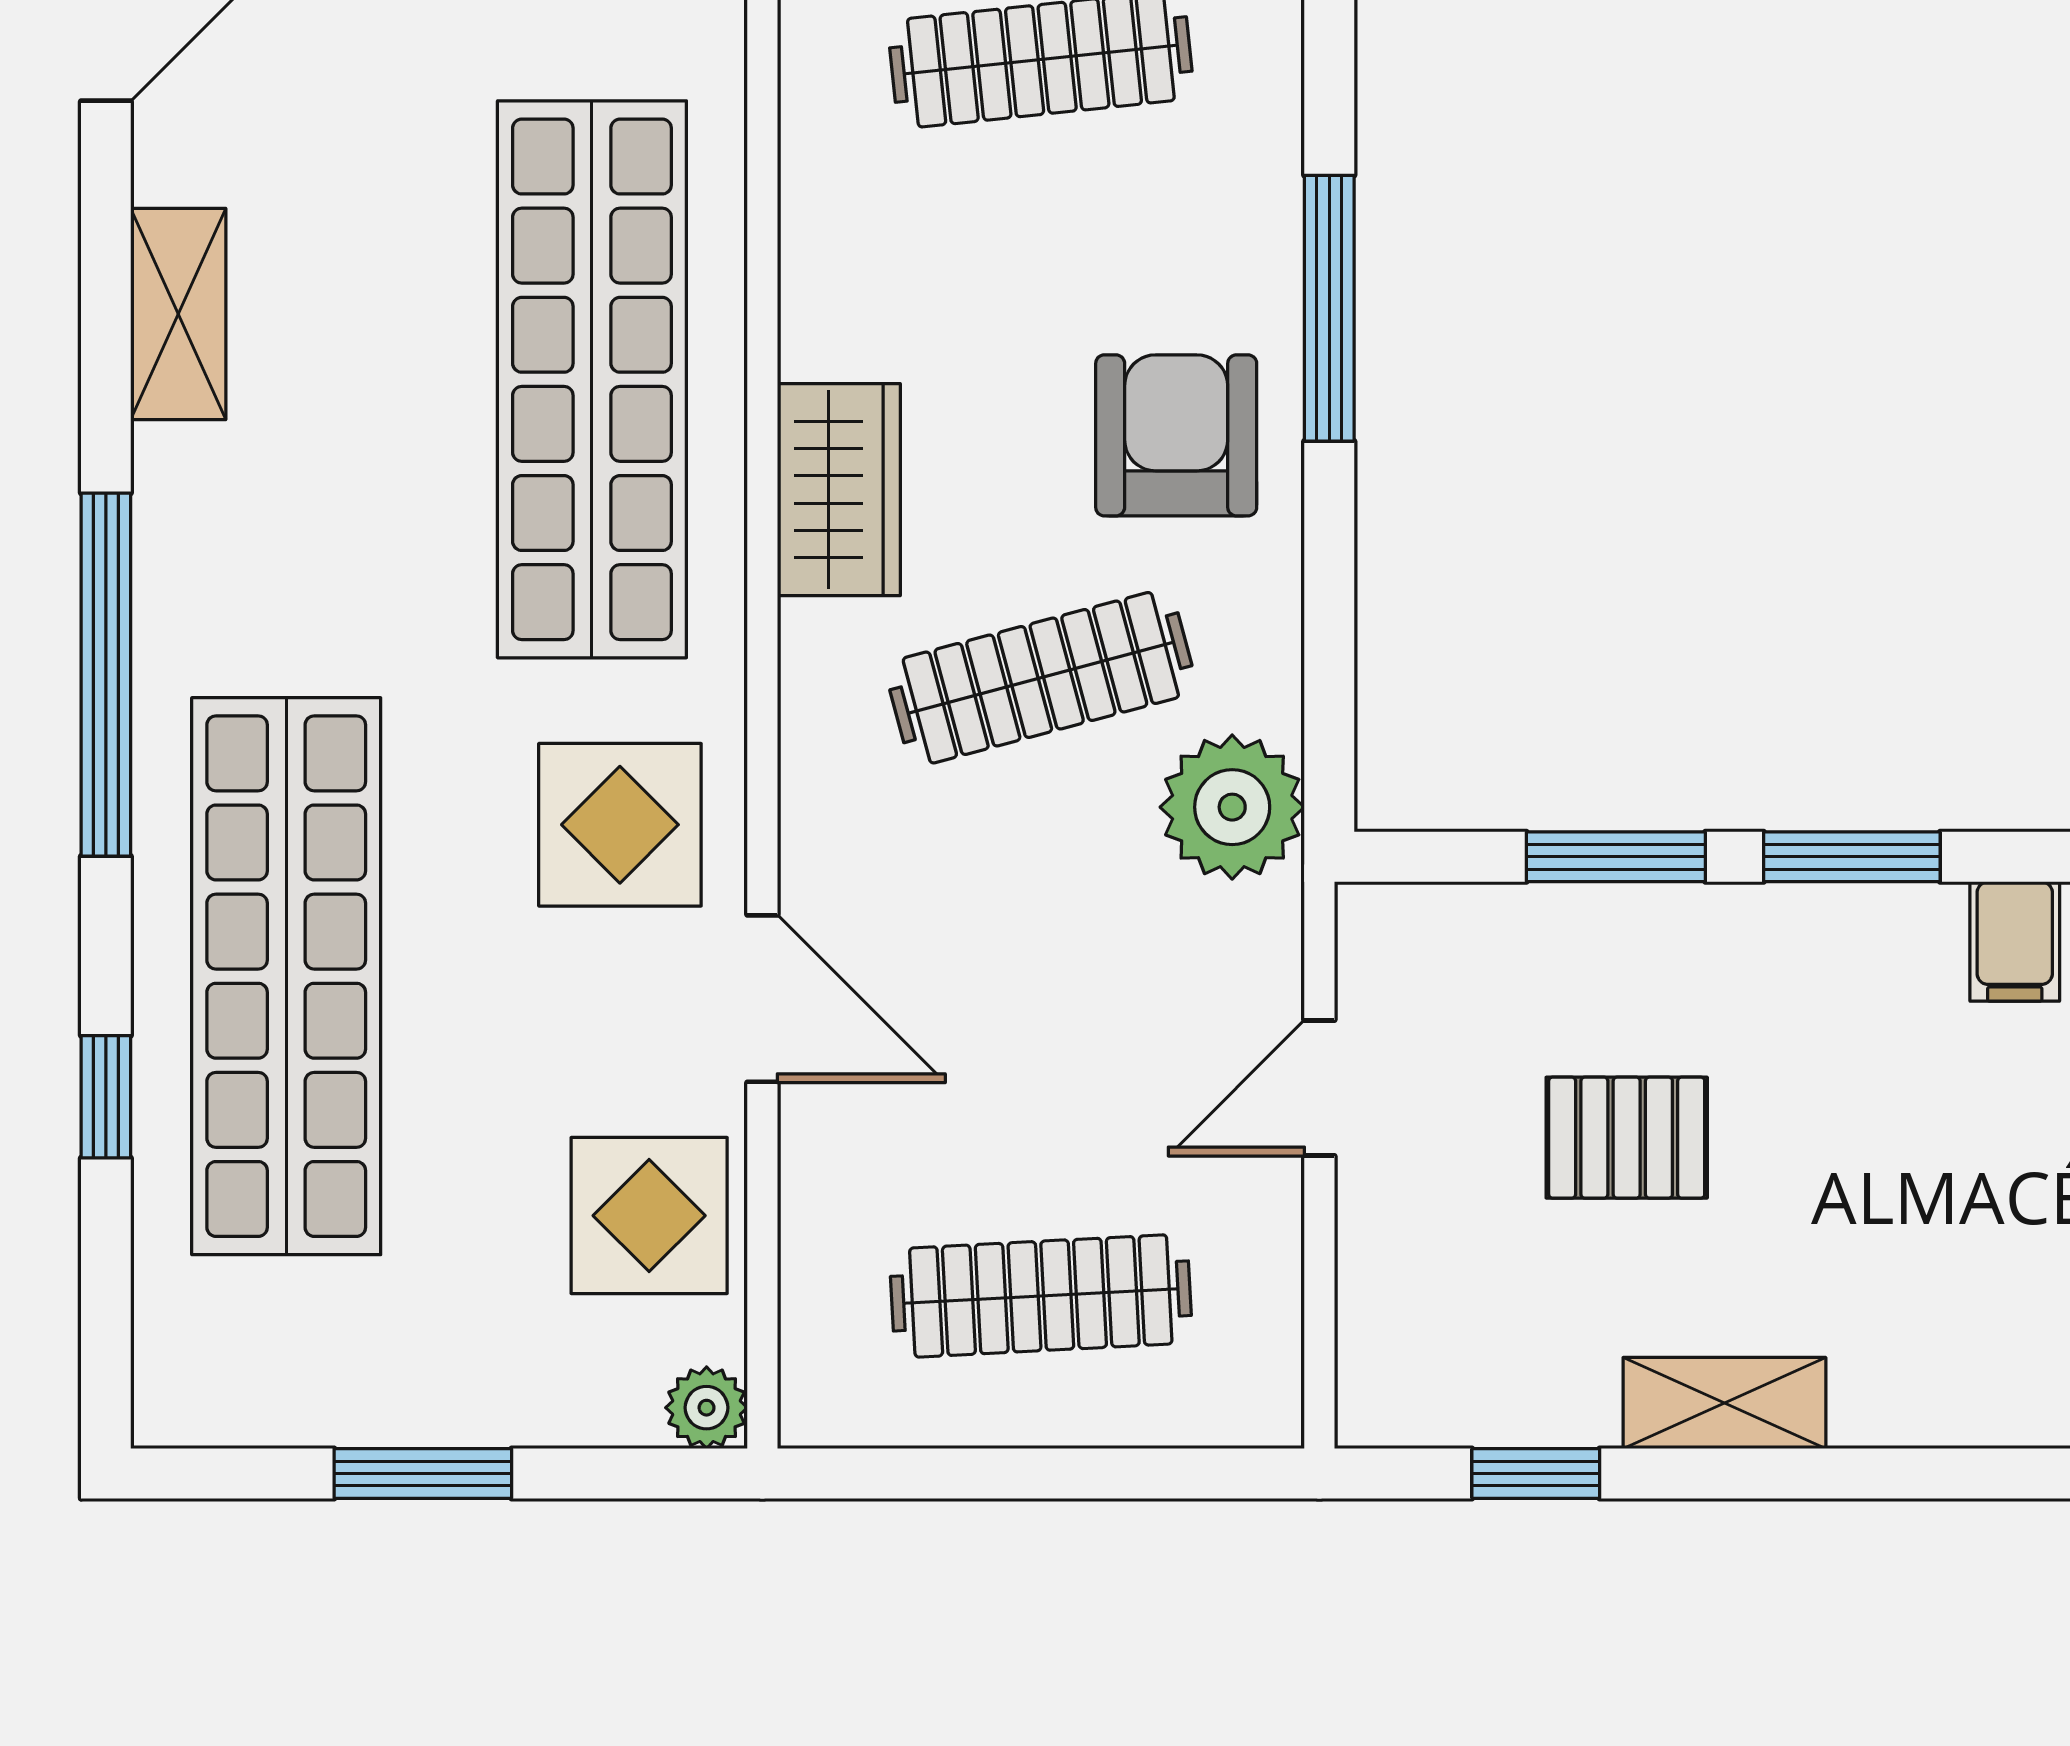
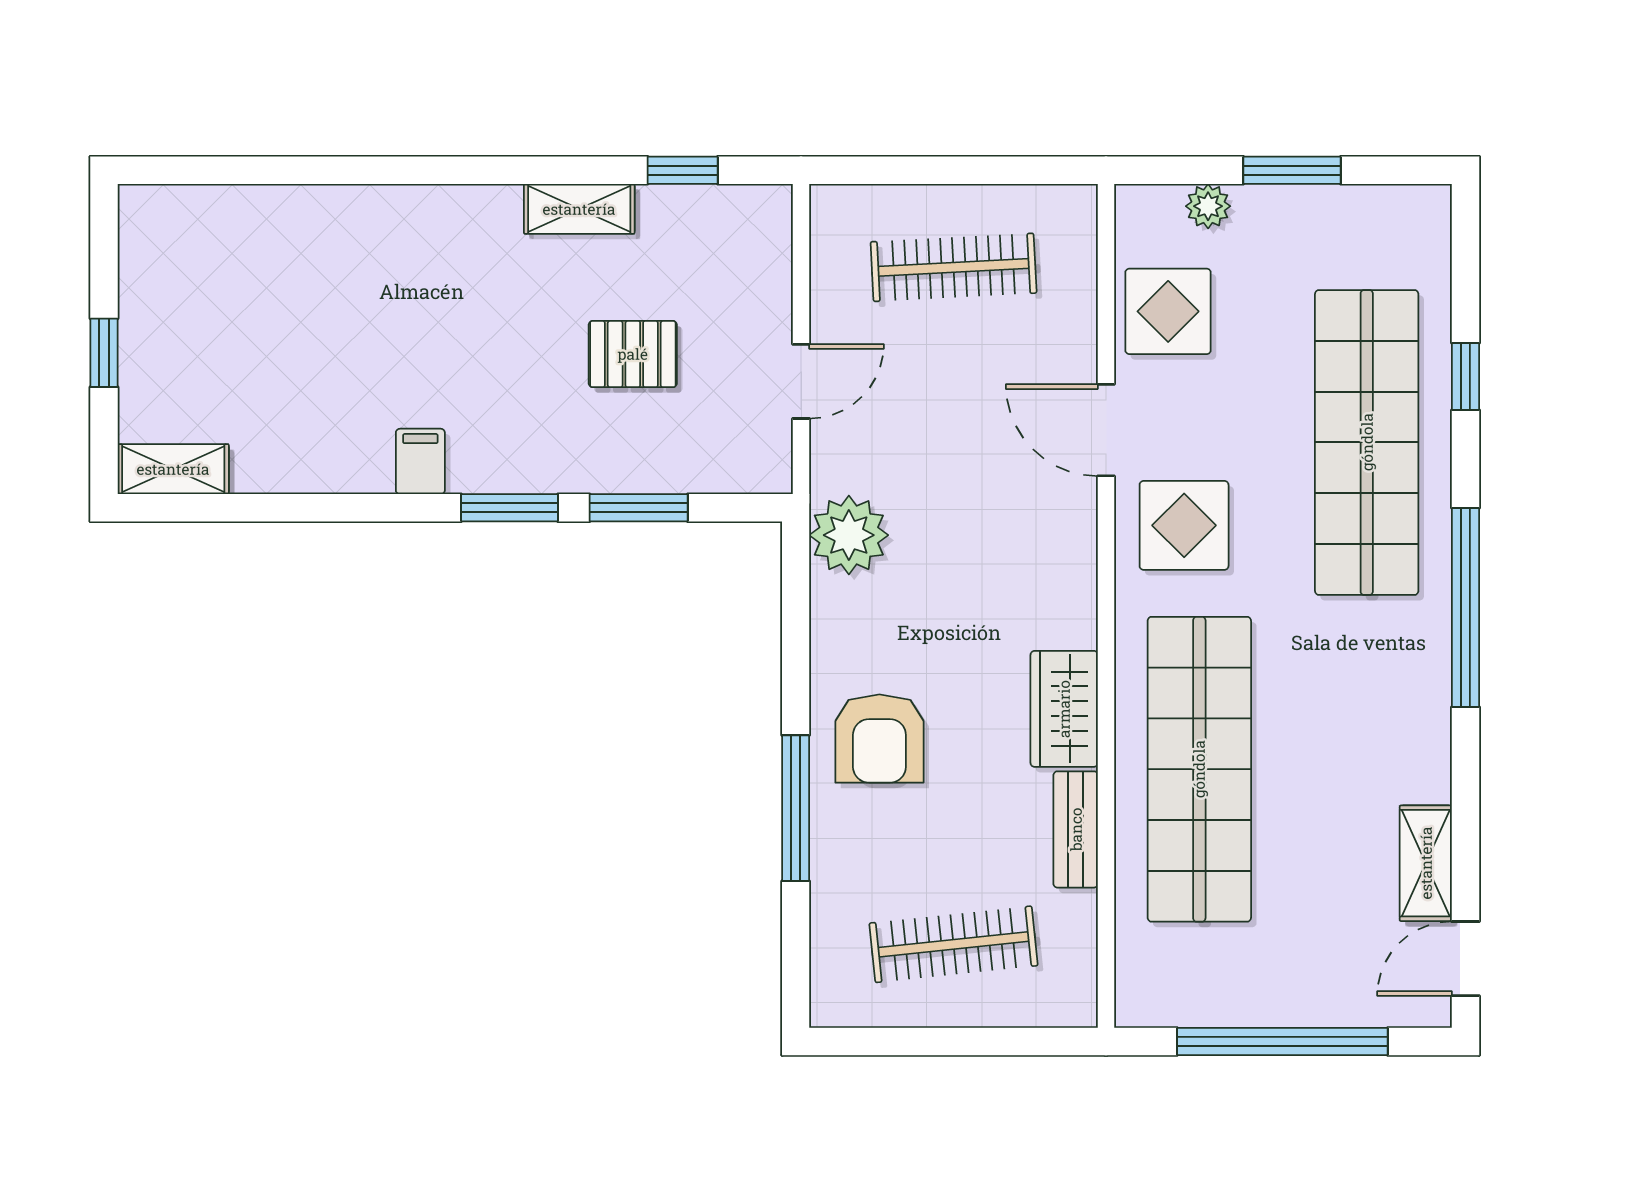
bench: (818, 269) -> (1076, 829), added
shelving: (178, 314) -> (1426, 863), moved
clothes rail: (1041, 678) -> (954, 606), removed
plant: (707, 1408) -> (1208, 206), moved

